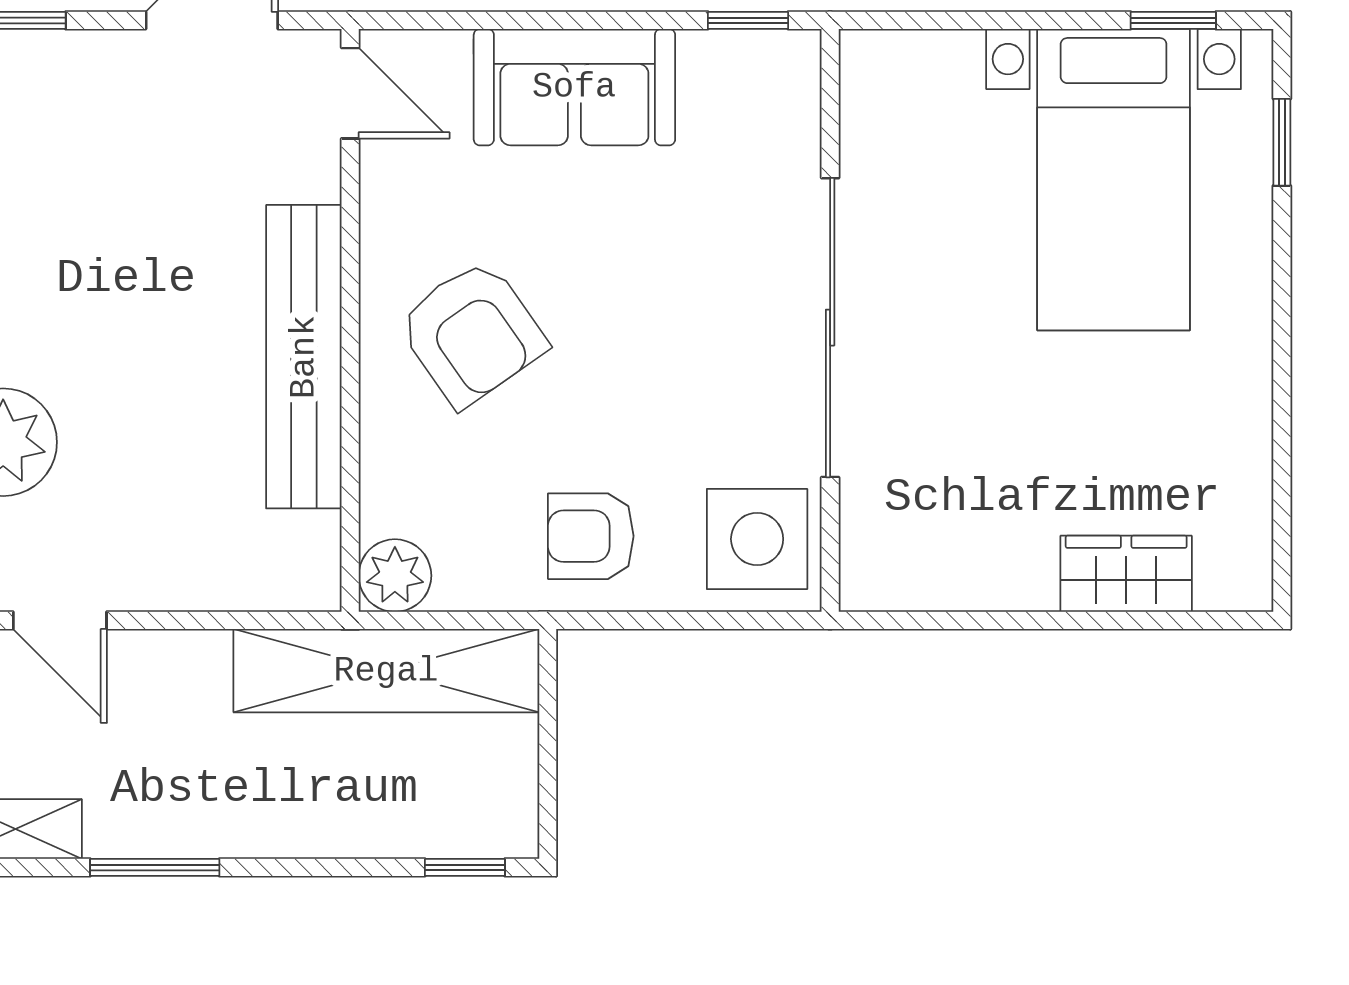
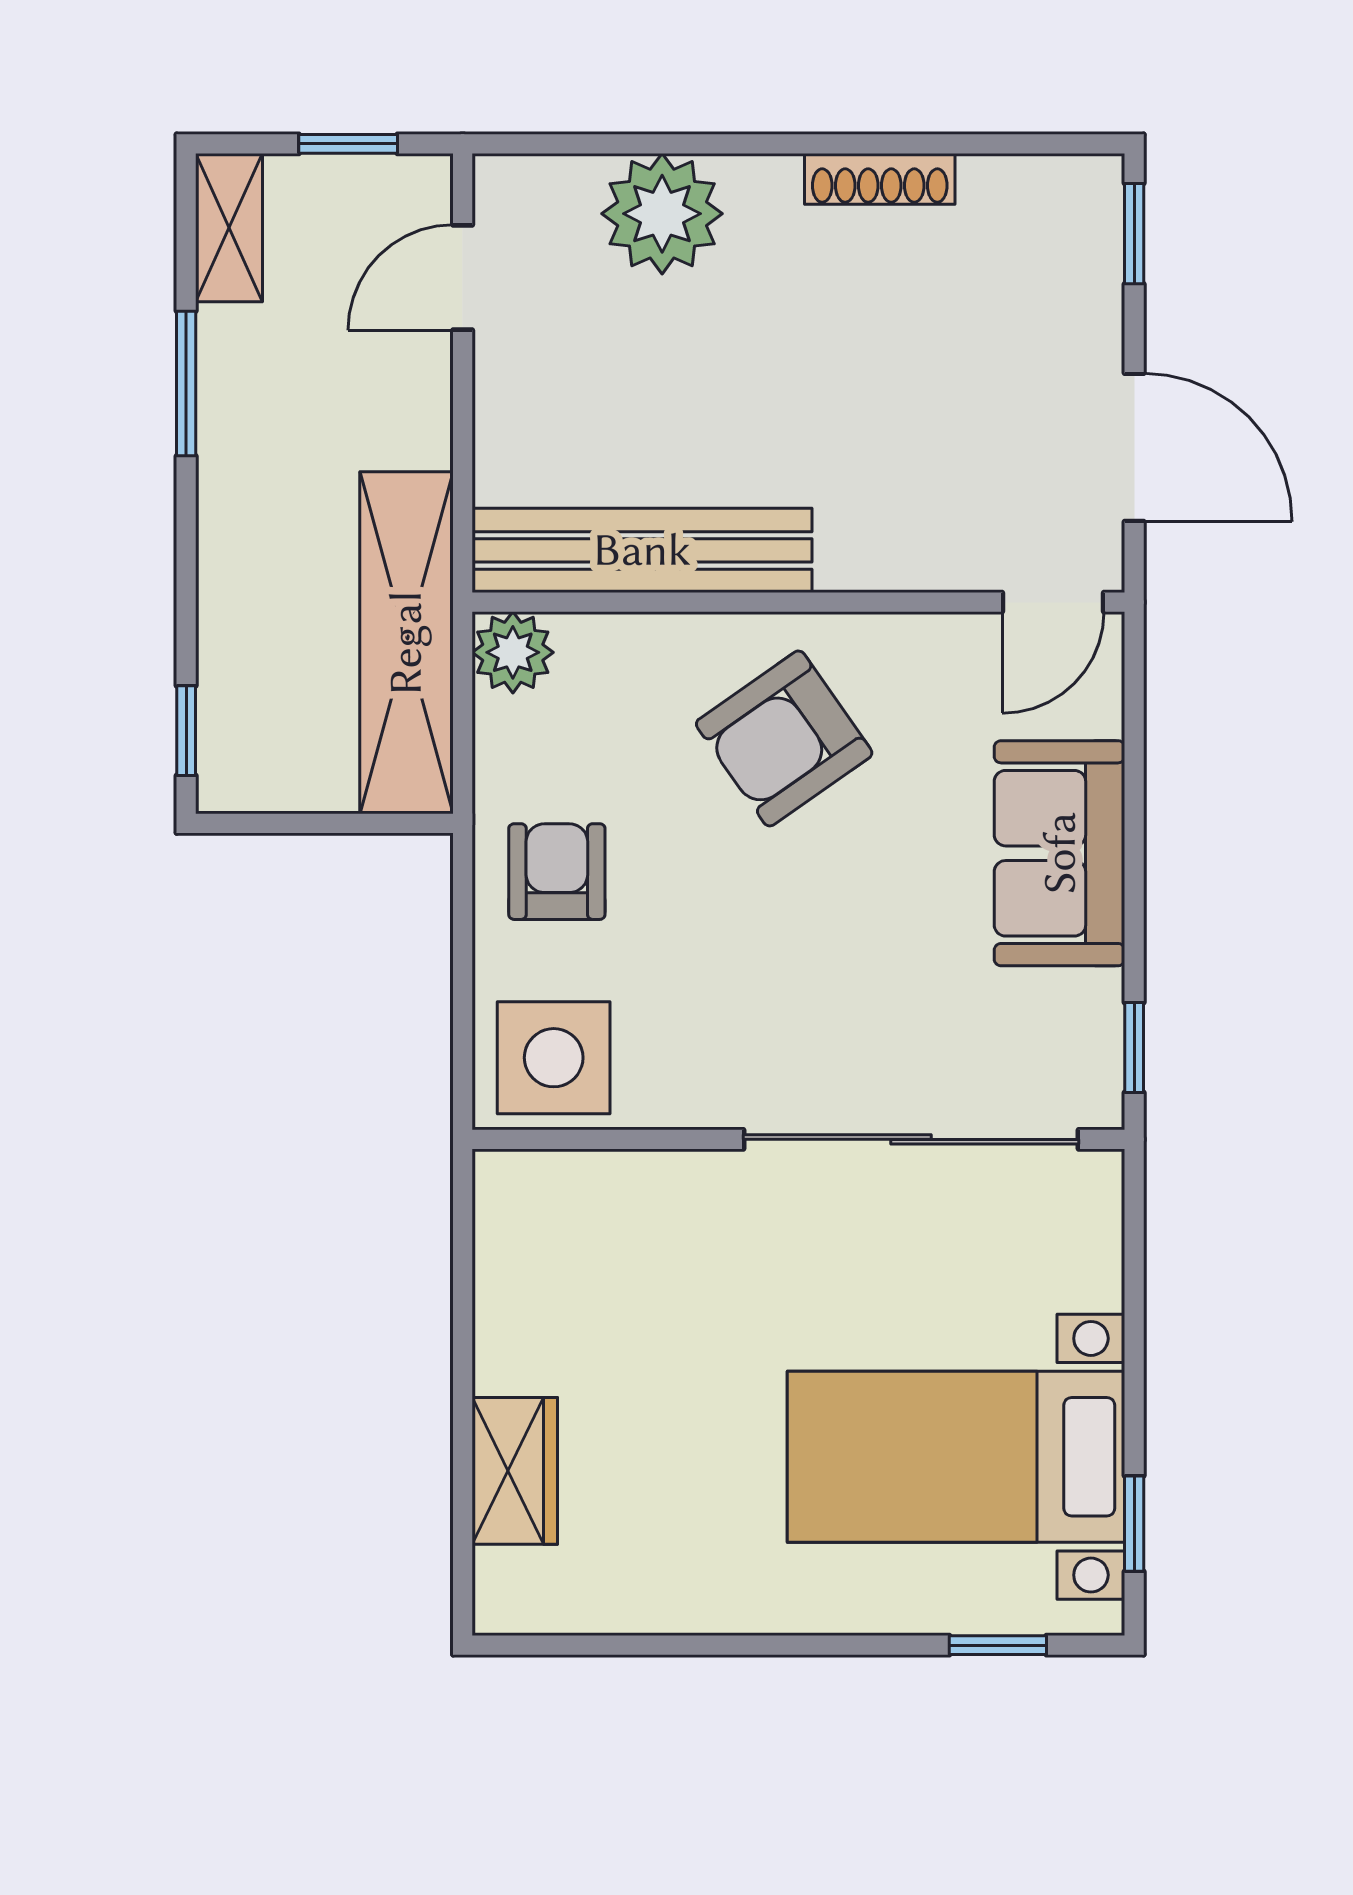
sliding door: (830, 328) -> (911, 1139), moved
bench: (304, 357) -> (642, 550), moved

